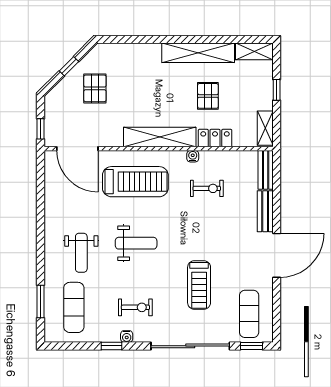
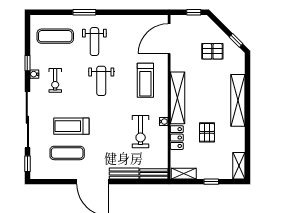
shelving: (198, 53) -> (238, 100), moved
window: (69, 66) -> (236, 40), moved
pallet: (208, 96) -> (207, 132), turned 90
window: (40, 129) -> (194, 12), moved
treadmill: (135, 182) -> (145, 80), width x0.73, depth x0.73
exercise bike: (207, 188) -> (141, 132), width x1.38, depth x1.39
weight bench: (81, 253) -> (94, 42), turned -90
window: (40, 301) -> (84, 12), moved
exercise mat: (249, 314) -> (67, 153), moved

